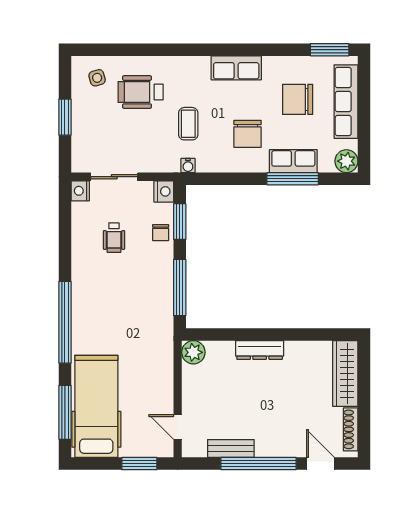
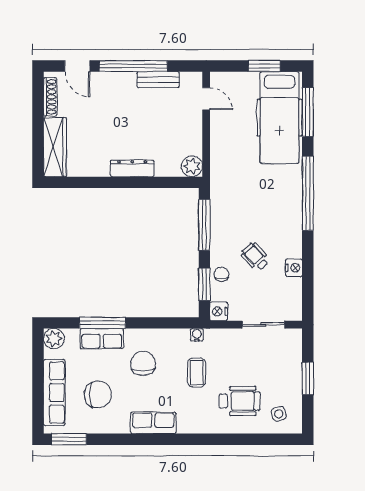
nightstand: (80, 191) -> (294, 268), moved
wheelchair: (114, 238) -> (255, 257), moved, turned -42
window: (139, 464) -> (264, 66), moved

